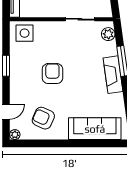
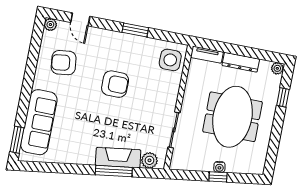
fireplace: (113, 75) -> (118, 158), moved
armchair: (43, 118) -> (64, 63), turned -121
window: (112, 143) -> (17, 140), added

